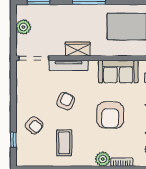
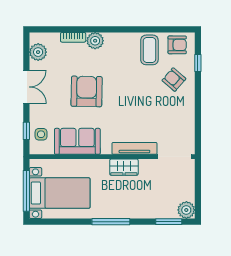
plant: (23, 27) -> (186, 210), moved
armchair: (66, 101) -> (177, 45), moved, turned -115
coffee table: (64, 143) -> (149, 50), moved

